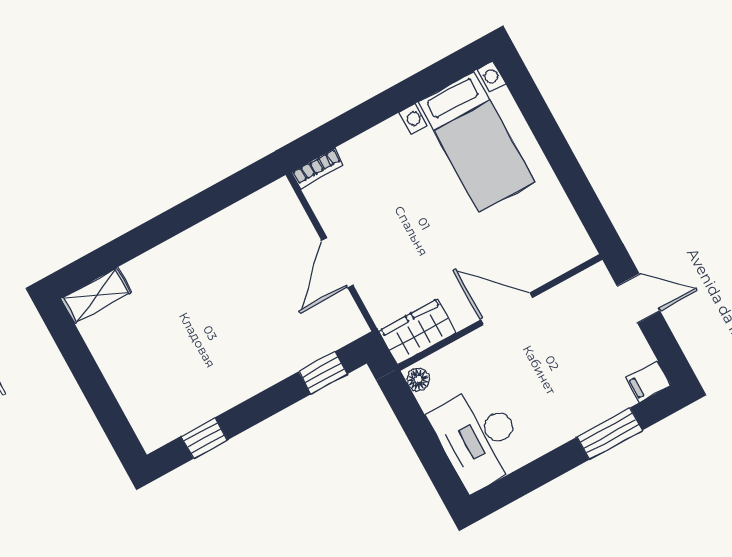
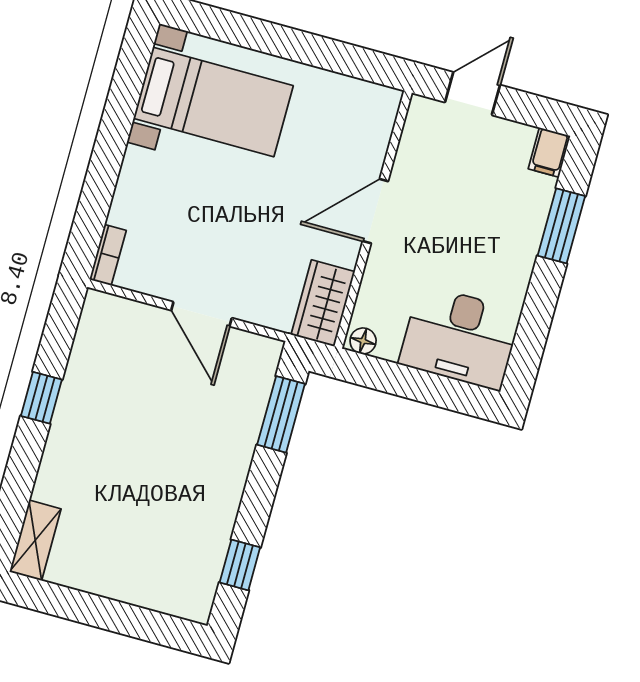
window: (189, 213) -> (41, 398), added
window: (323, 373) -> (281, 414), width x1.50

